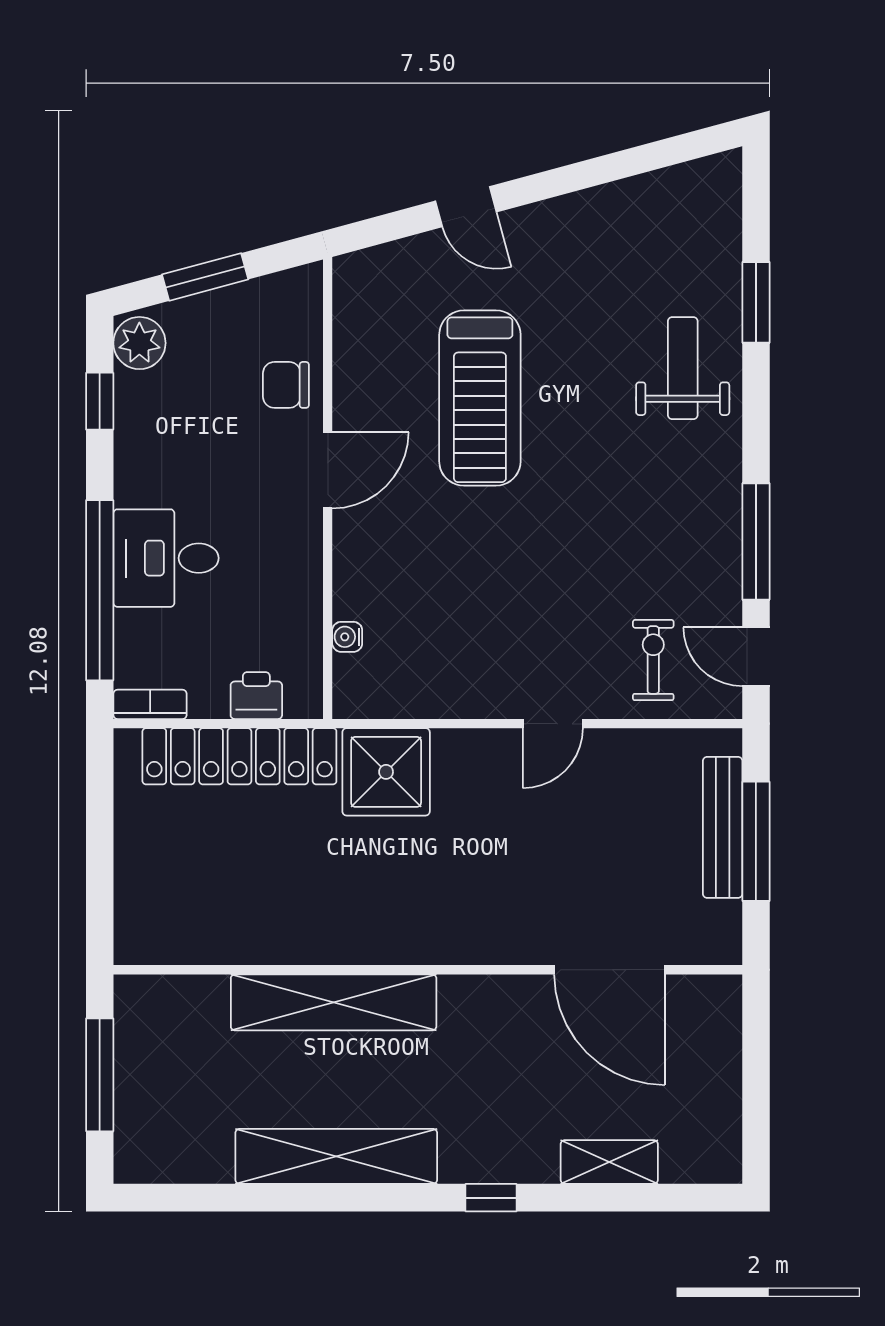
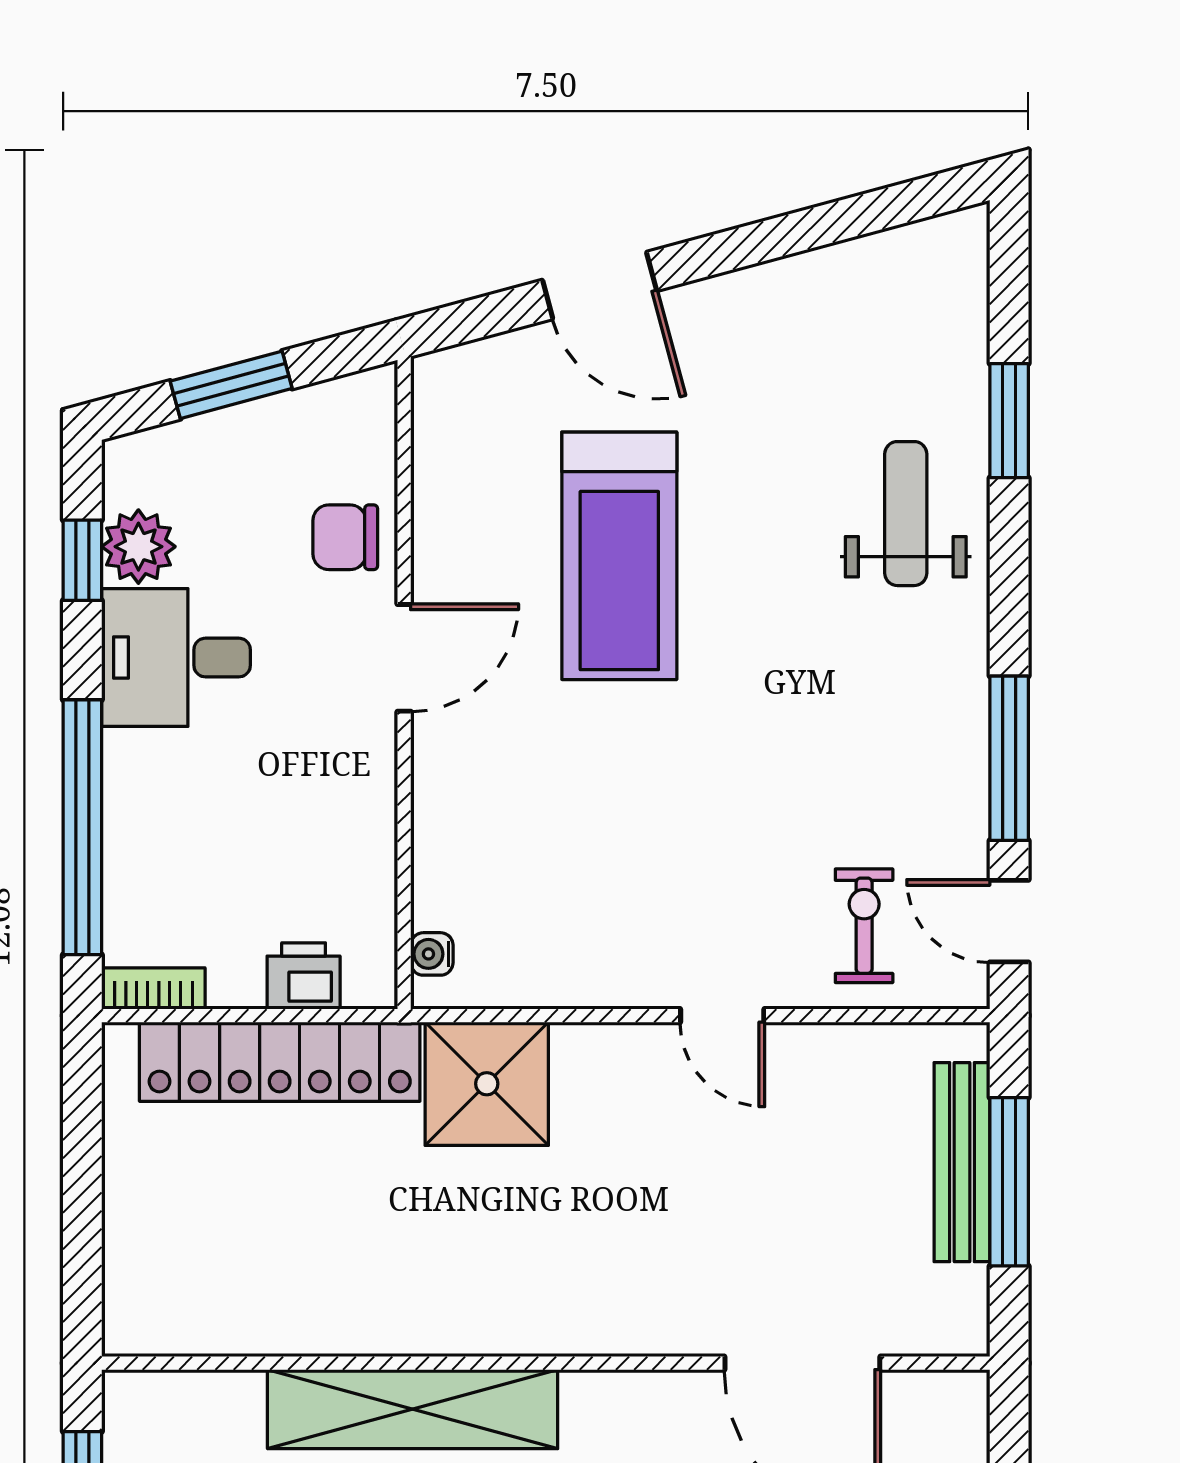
door: (466, 207) -> (600, 285), width x1.38
plant: (139, 343) -> (138, 547), moved
desk: (166, 558) -> (176, 658), moved
water cooler: (347, 637) -> (432, 954), moved
door: (553, 724) -> (722, 1016), hinge flipped

